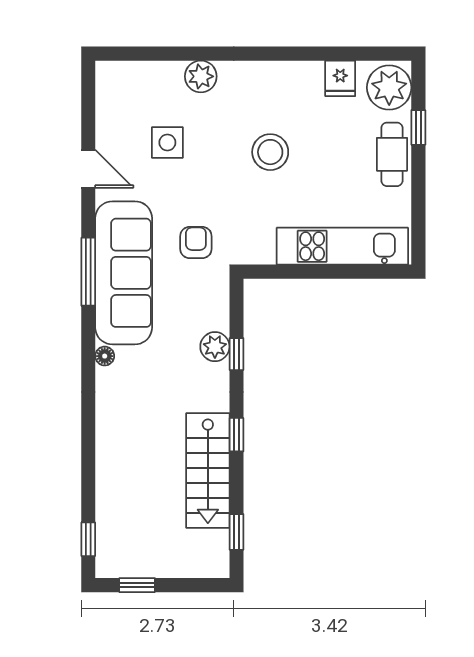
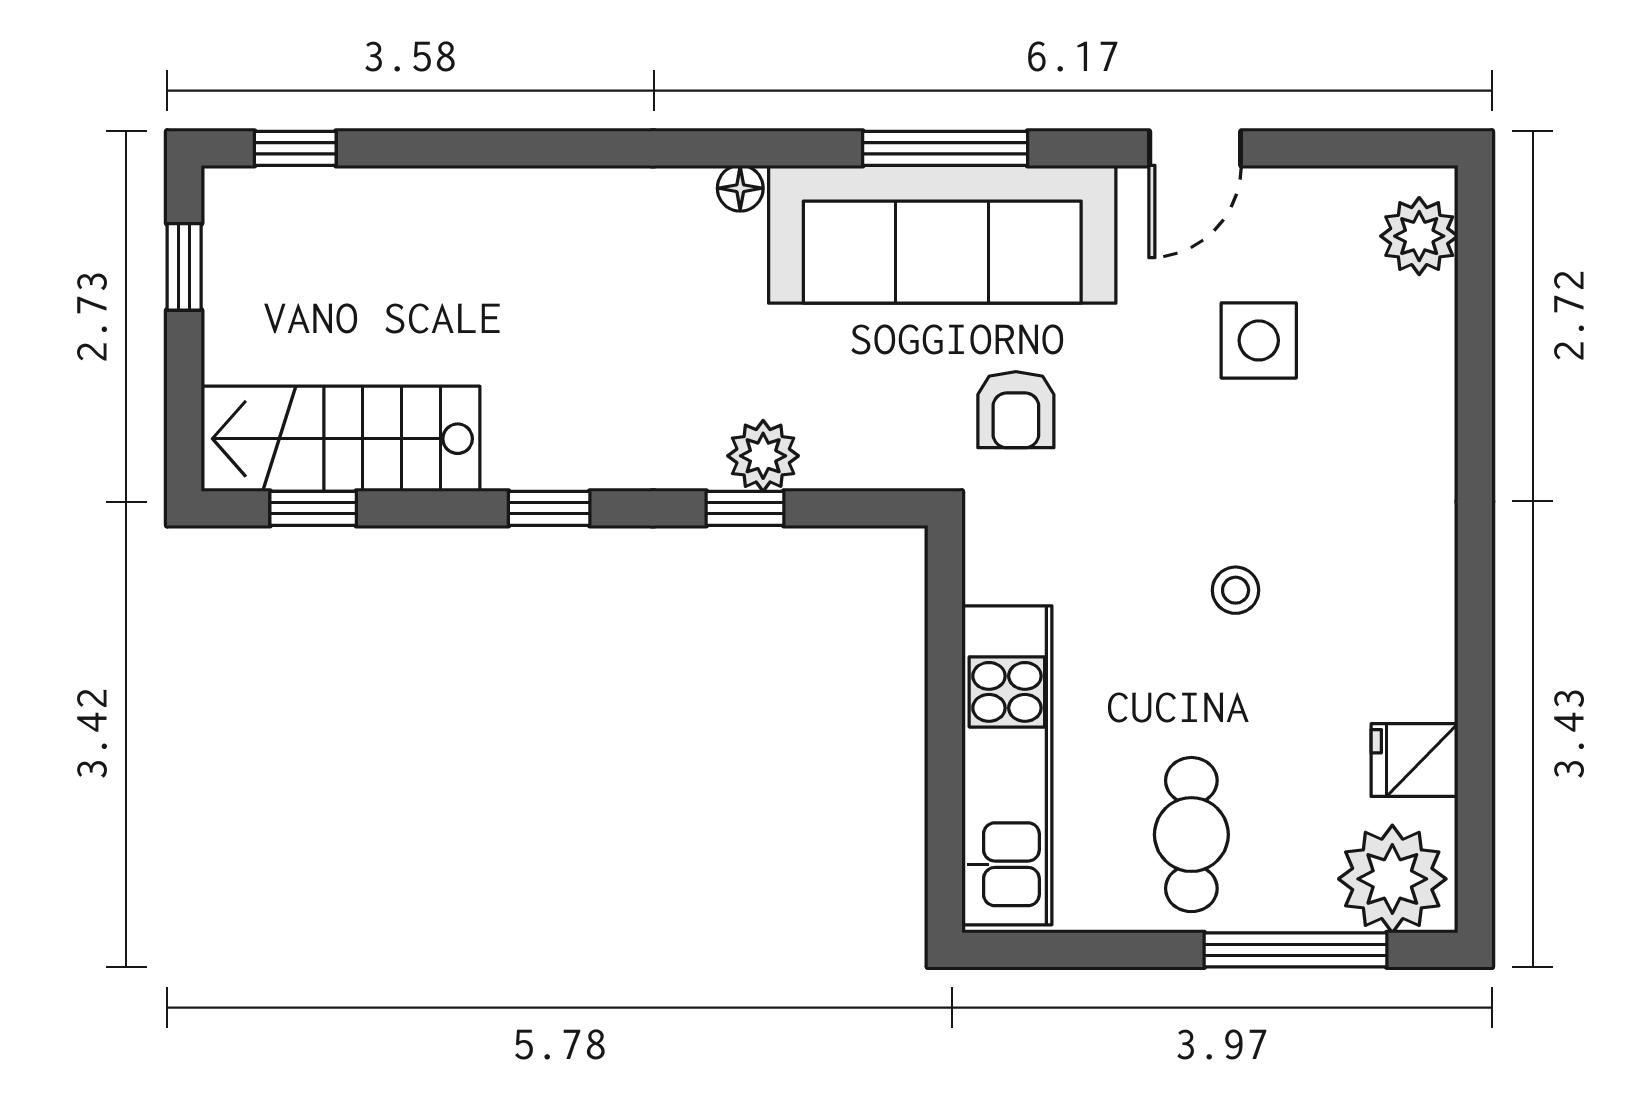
plant: (201, 76) -> (1419, 236), moved
window: (418, 127) -> (1295, 950), width x2.17
stool: (270, 152) -> (1236, 590), width x0.53, depth x0.53
cafe table: (392, 154) -> (1191, 835), moved, turned 90
armchair: (196, 243) -> (1016, 410), turned 90
stairs: (208, 470) -> (341, 439), moved

